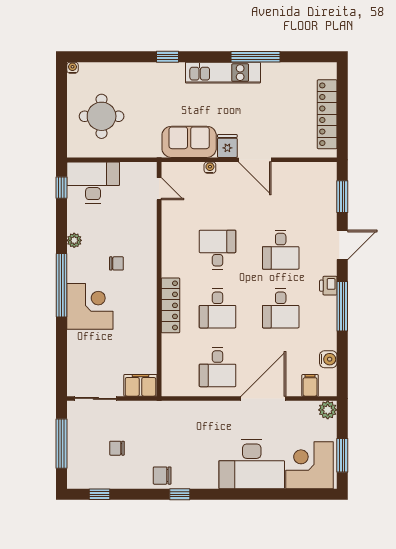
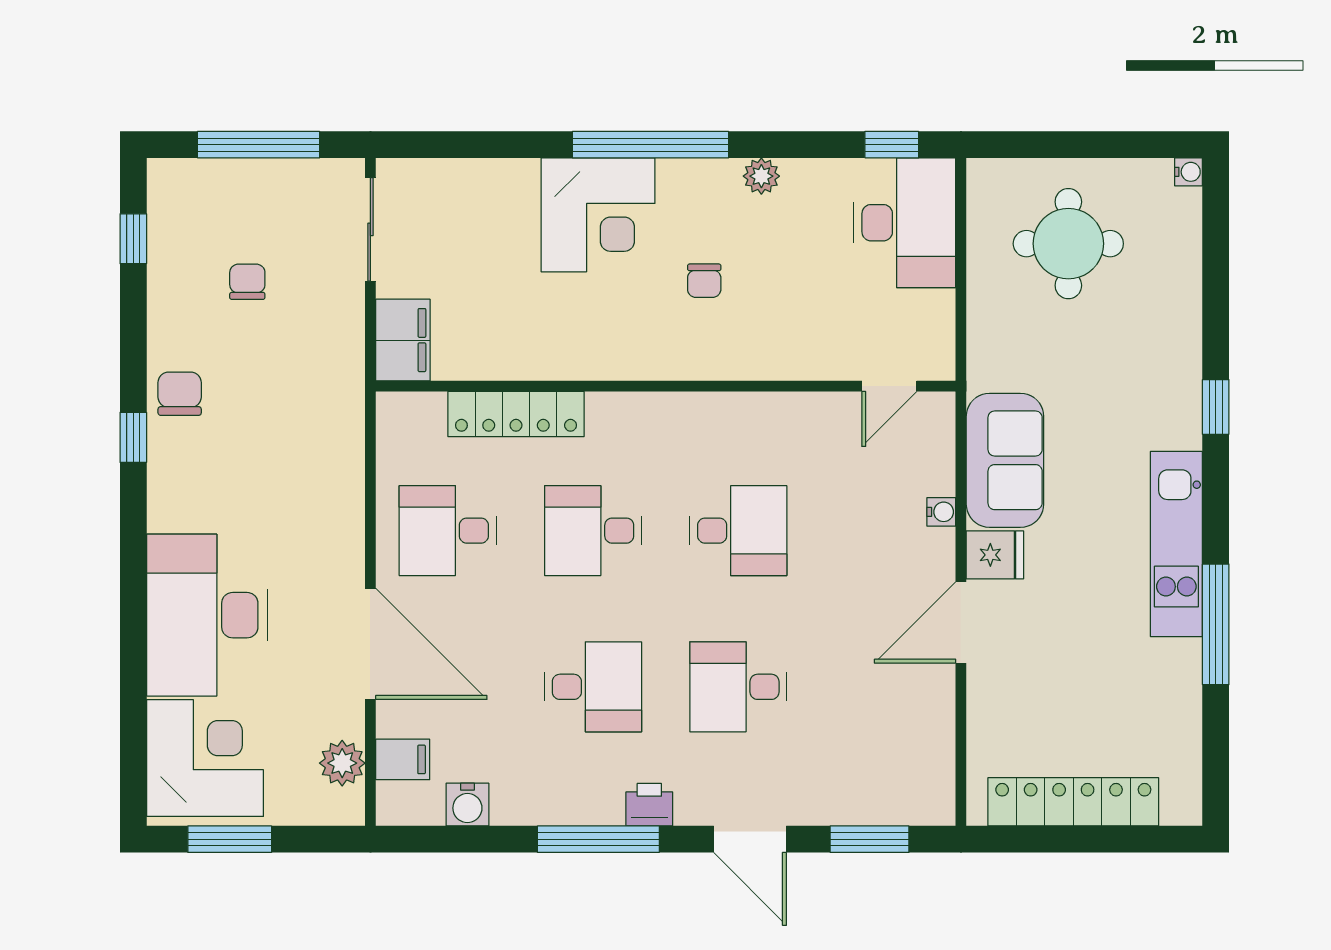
locker: (170, 305) -> (516, 414), moved
desk: (281, 308) -> (593, 687), turned 180
plant: (328, 410) -> (342, 763), moved

